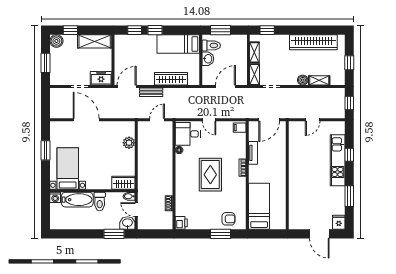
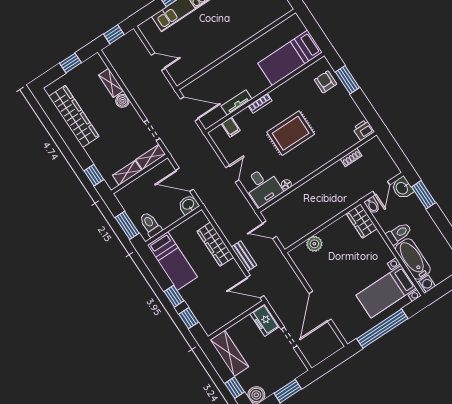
washbasin: (208, 59) -> (188, 205), moved
filing cabinet: (240, 128) -> (231, 127), moved
window: (46, 150) -> (382, 329), width x2.11

